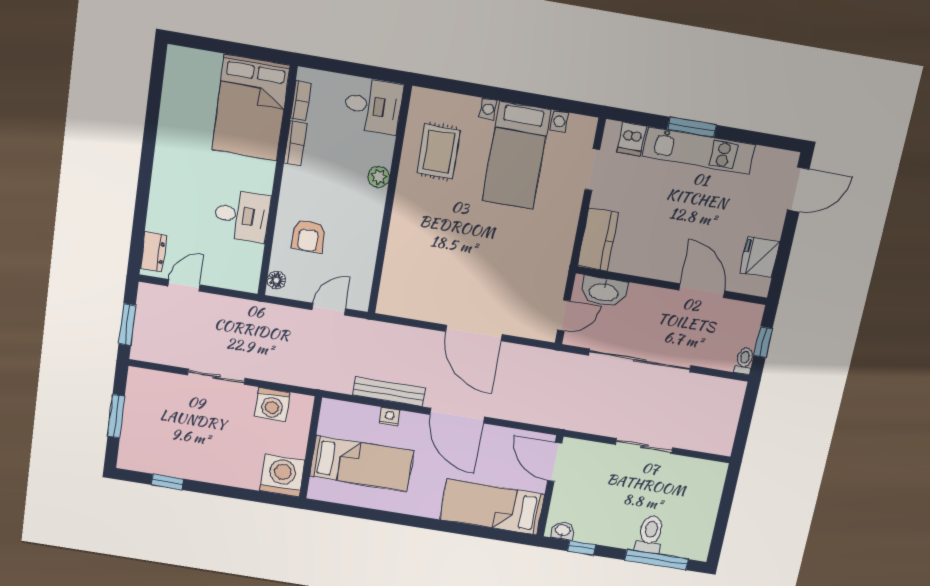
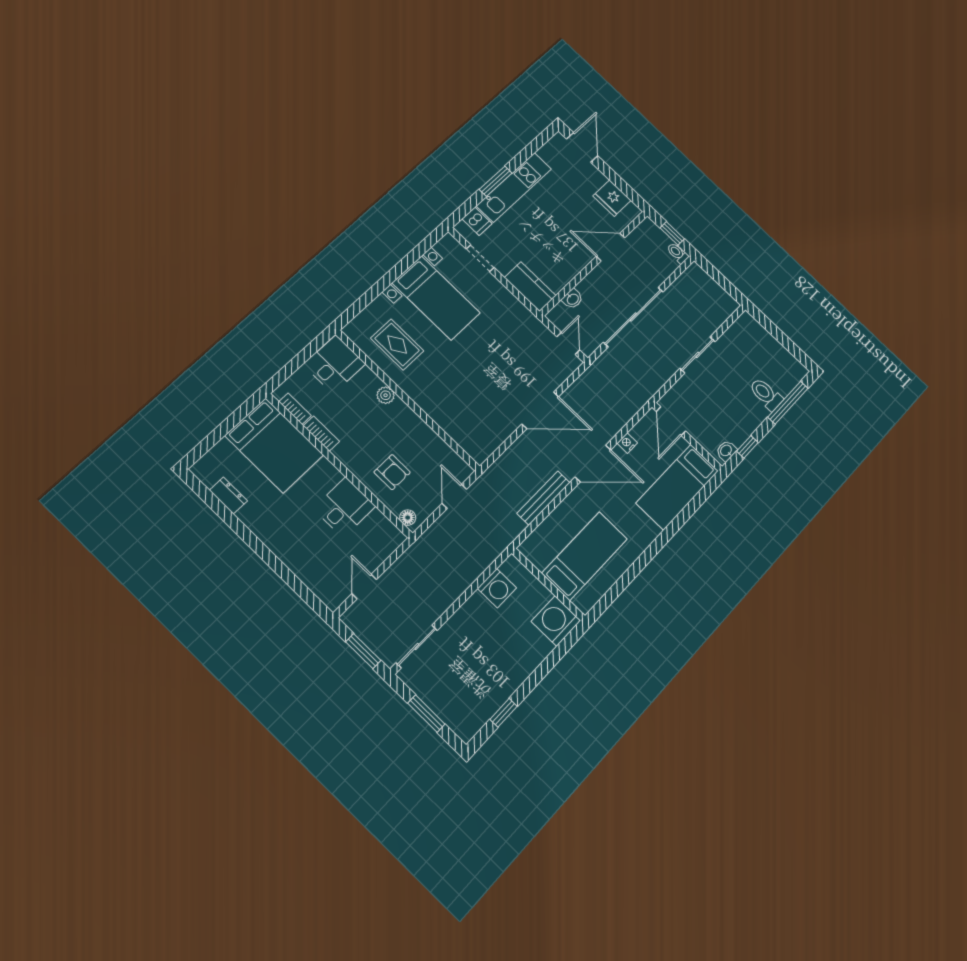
dresser: (153, 252) -> (228, 496), moved
washbasin: (604, 292) -> (572, 299), width x0.52, depth x0.69
sliding door: (216, 377) -> (417, 647), moved
nightstand: (390, 417) -> (627, 443), moved
door: (555, 462) -> (671, 421), hinge flipped

